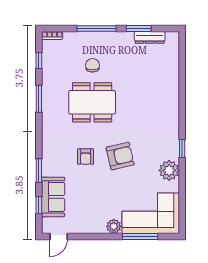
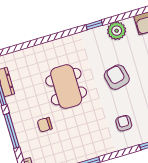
dining table: (92, 102) -> (66, 87), moved
armchair: (86, 157) -> (124, 123), moved, turned -90

